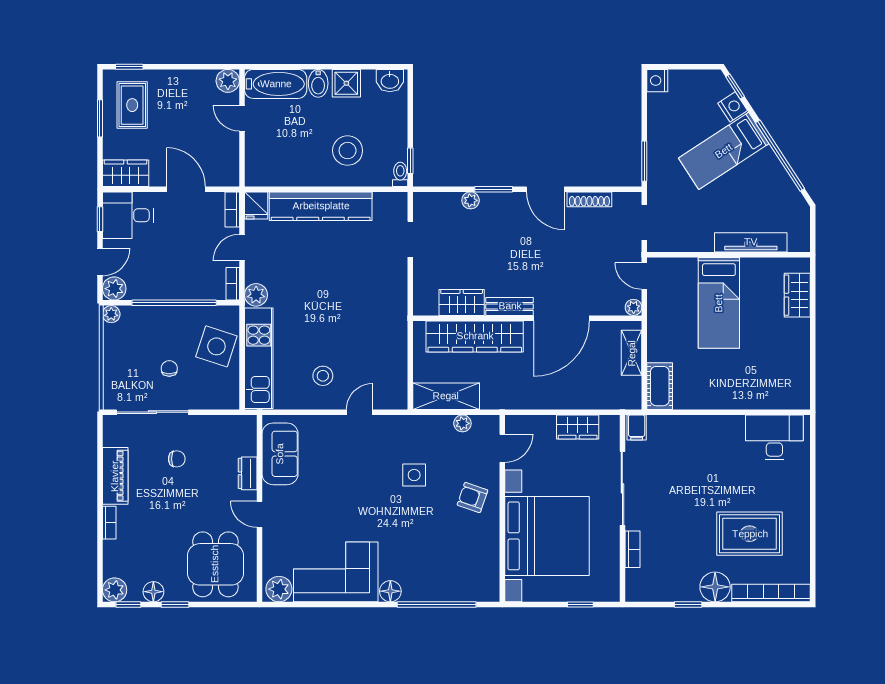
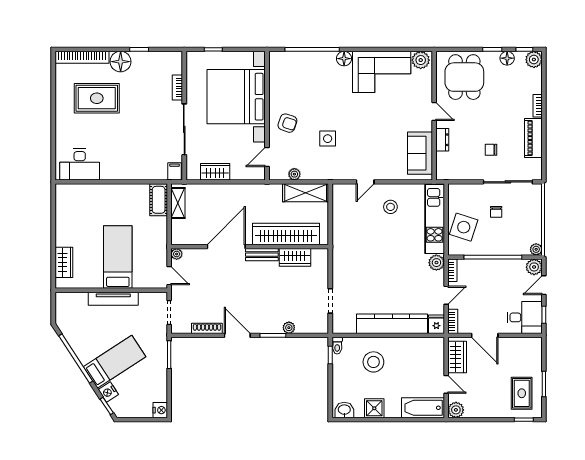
bidet: (318, 83) -> (394, 408), removed
wardrobe: (126, 173) -> (457, 357), moved, turned -90
tv unit: (751, 242) -> (113, 299), moved
shelving: (632, 353) -> (178, 203), moved

